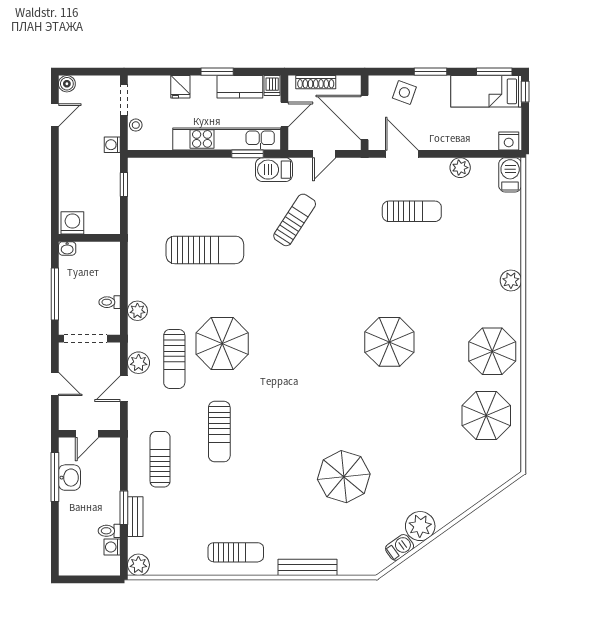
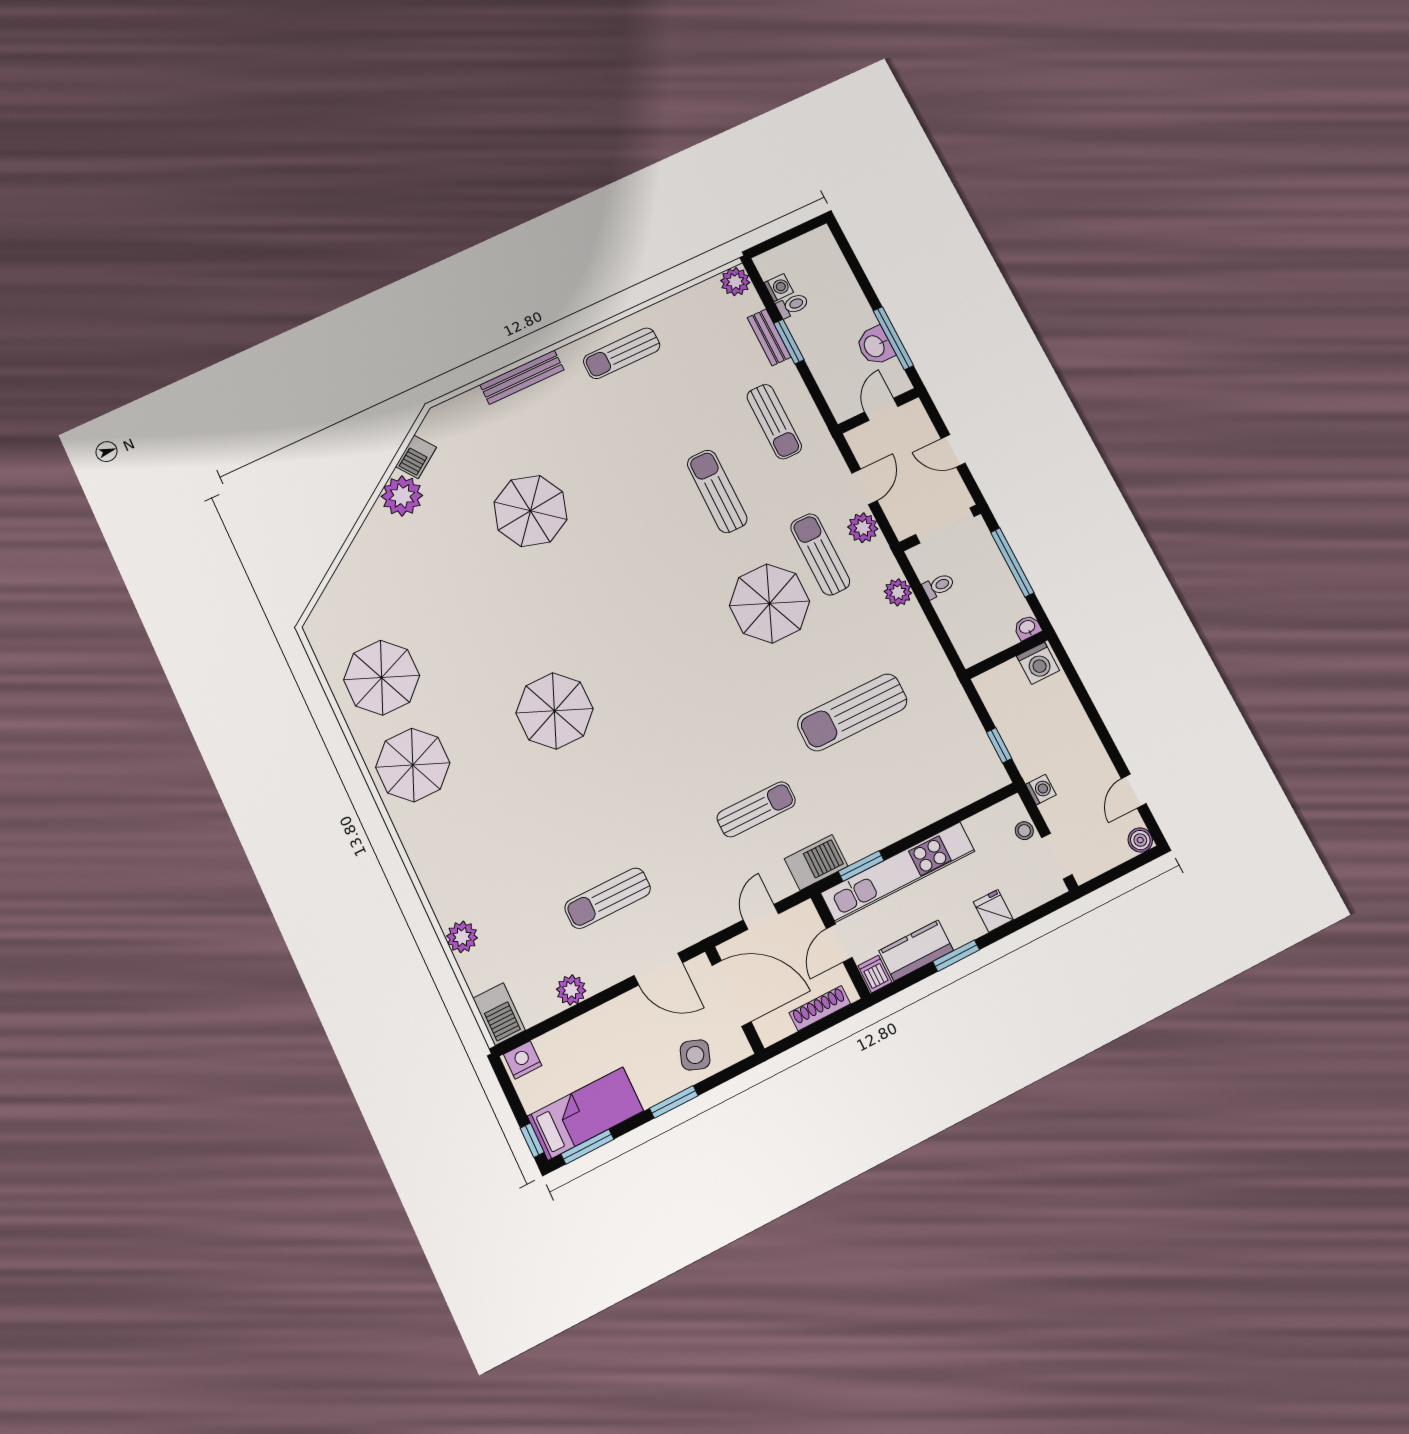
sun lounger: (295, 220) -> (756, 809), turned -123
plant: (511, 280) -> (462, 937), moved

